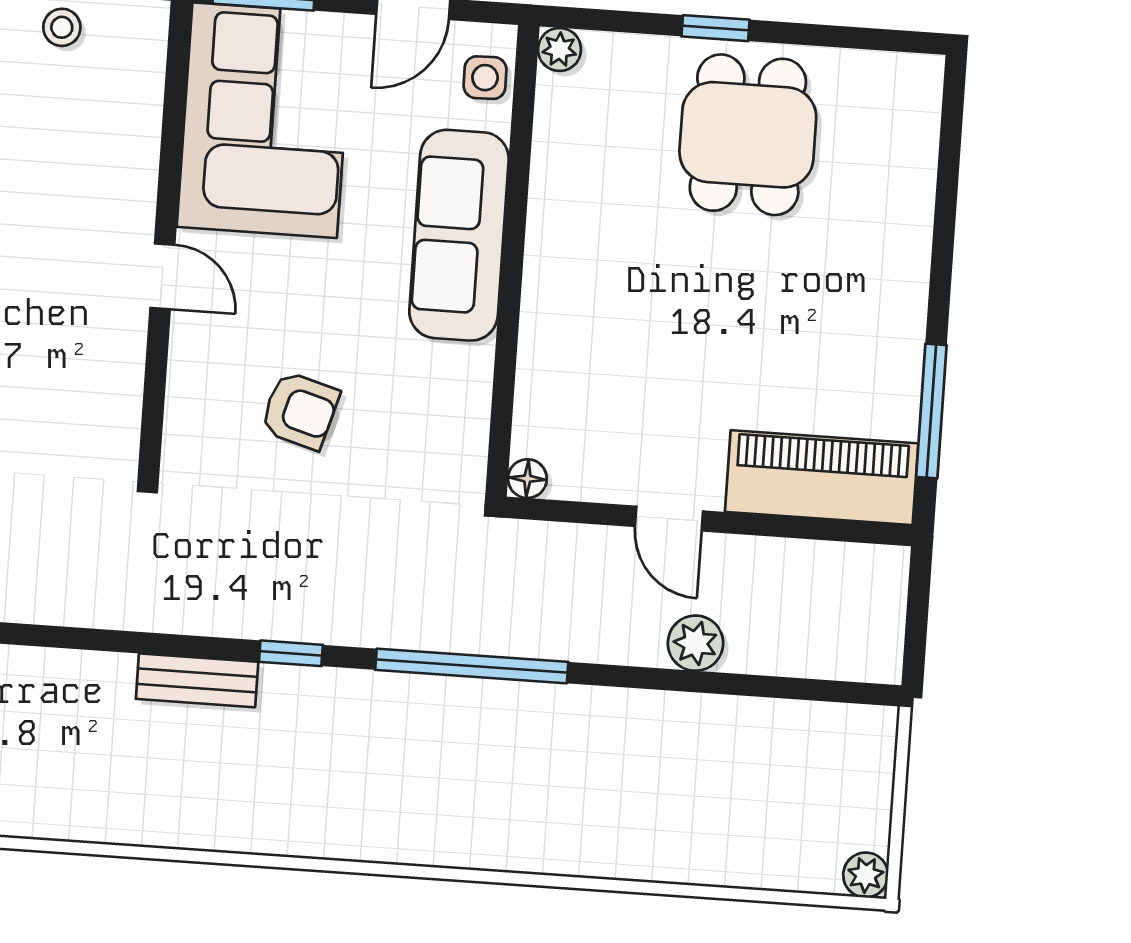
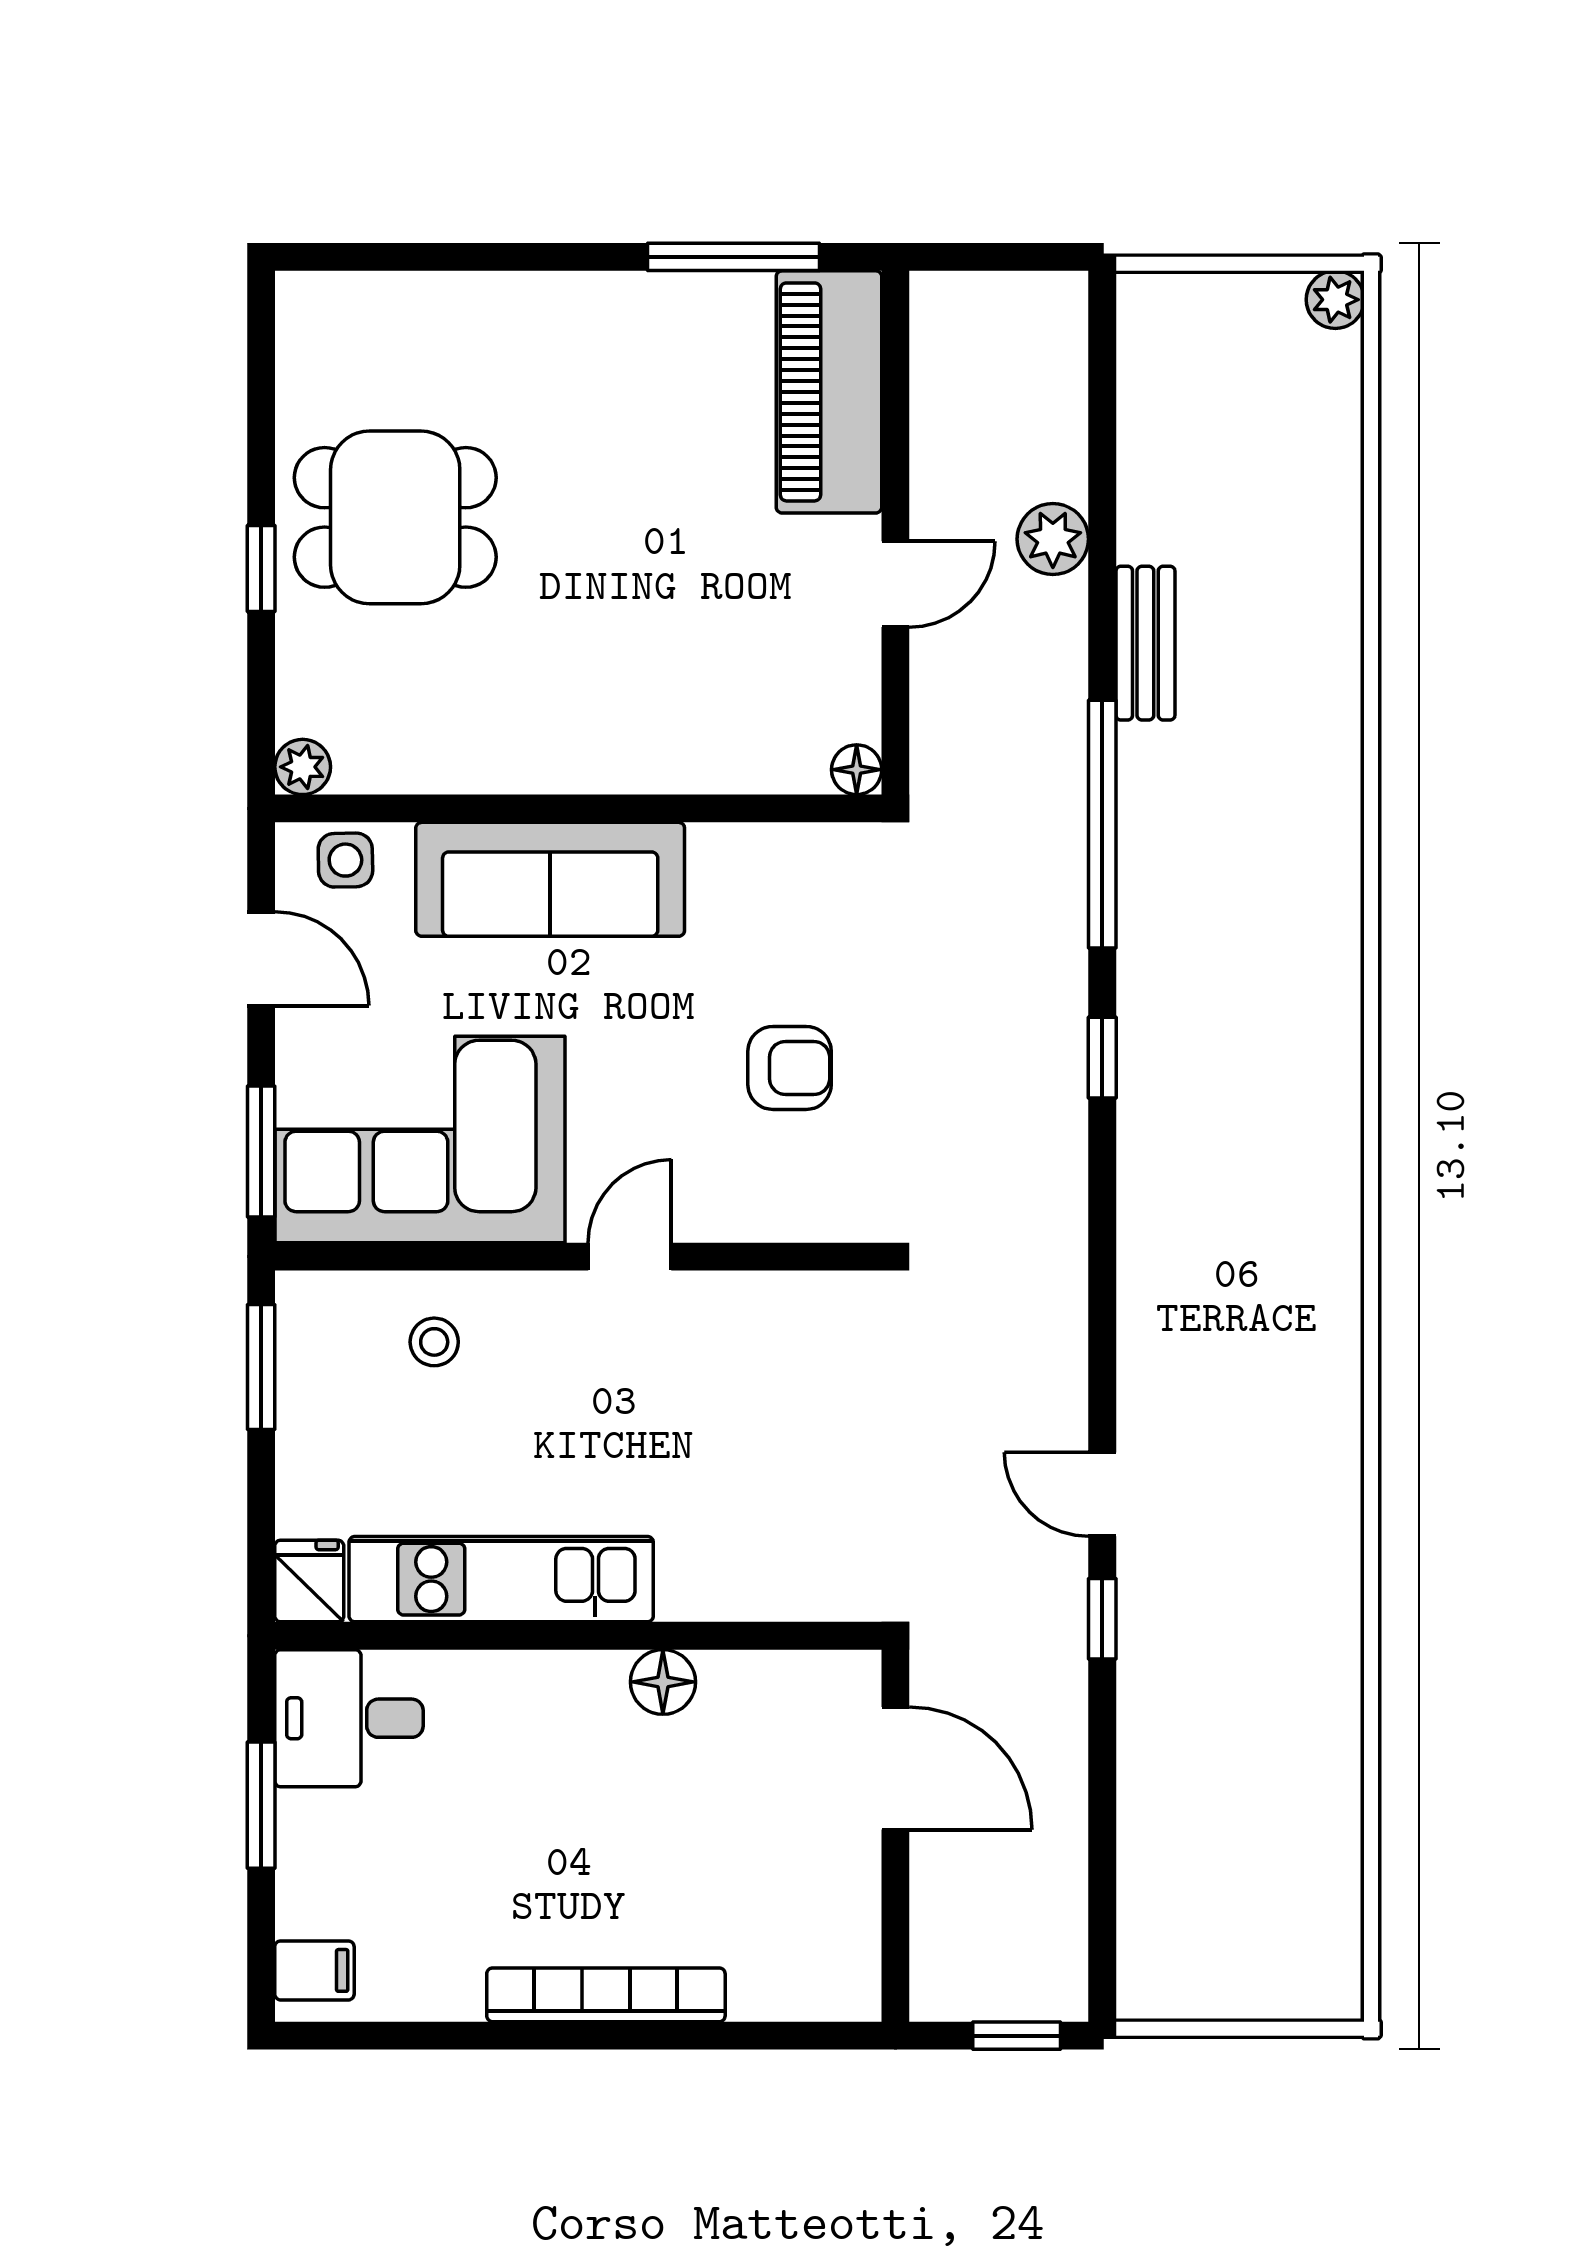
stool: (62, 27) -> (434, 1342), moved
armchair: (300, 410) -> (790, 1068), turned 74
bench: (197, 680) -> (1145, 643), moved

